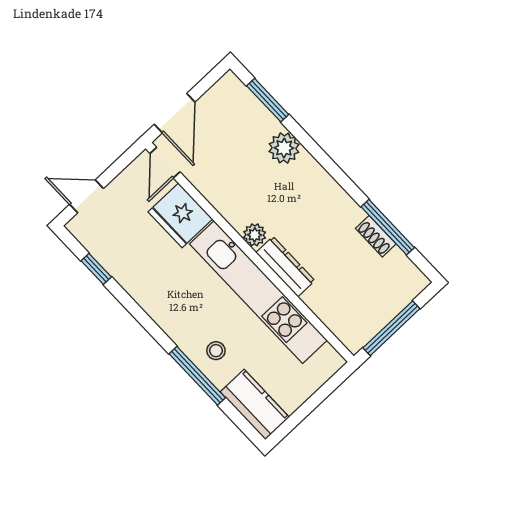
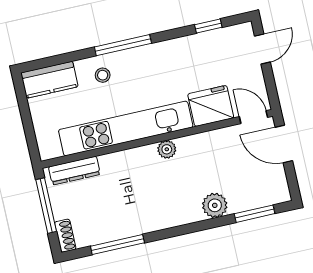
shoe rack: (376, 236) -> (65, 236), moved, turned 90
dresser: (285, 267) -> (74, 171), moved
window: (197, 376) -> (123, 45), moved

